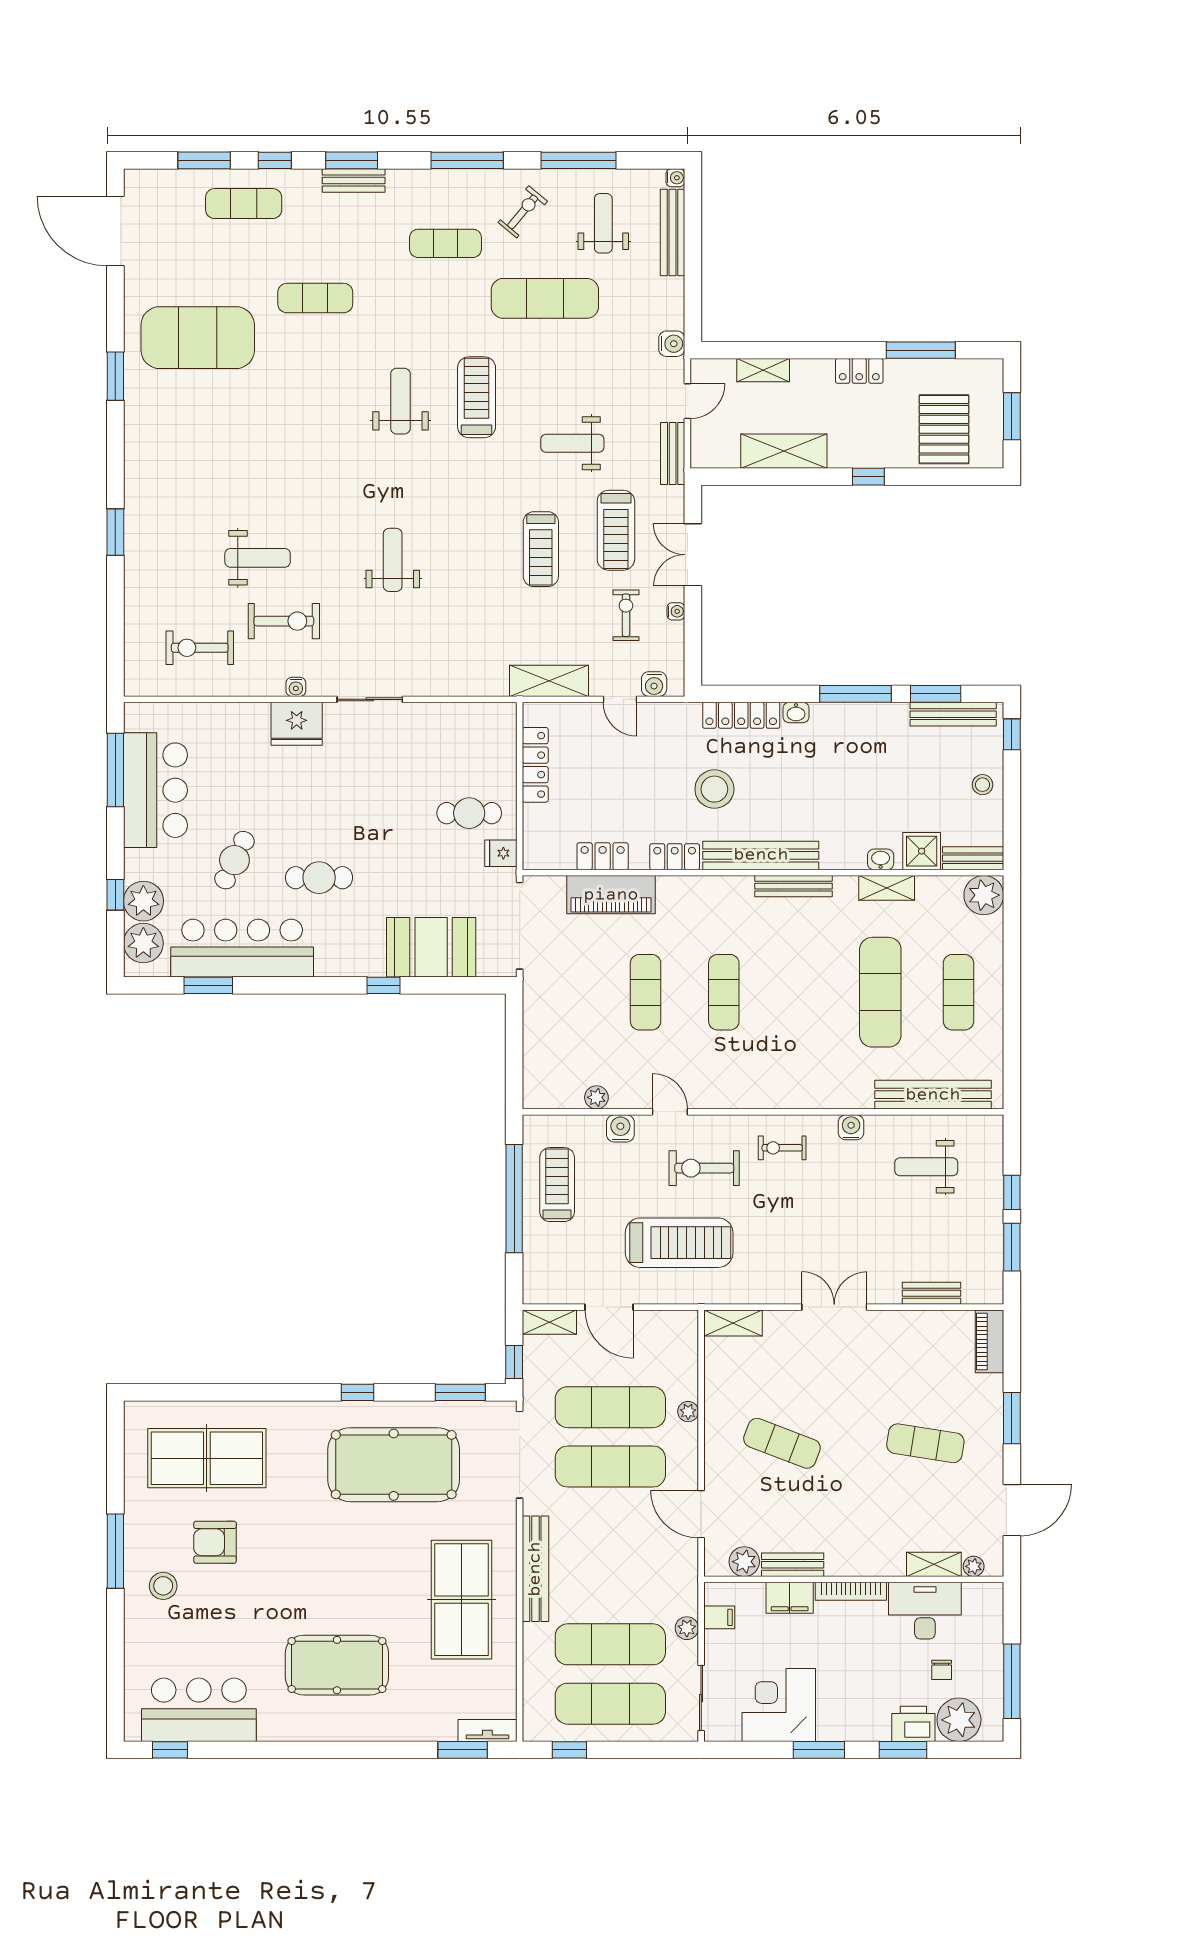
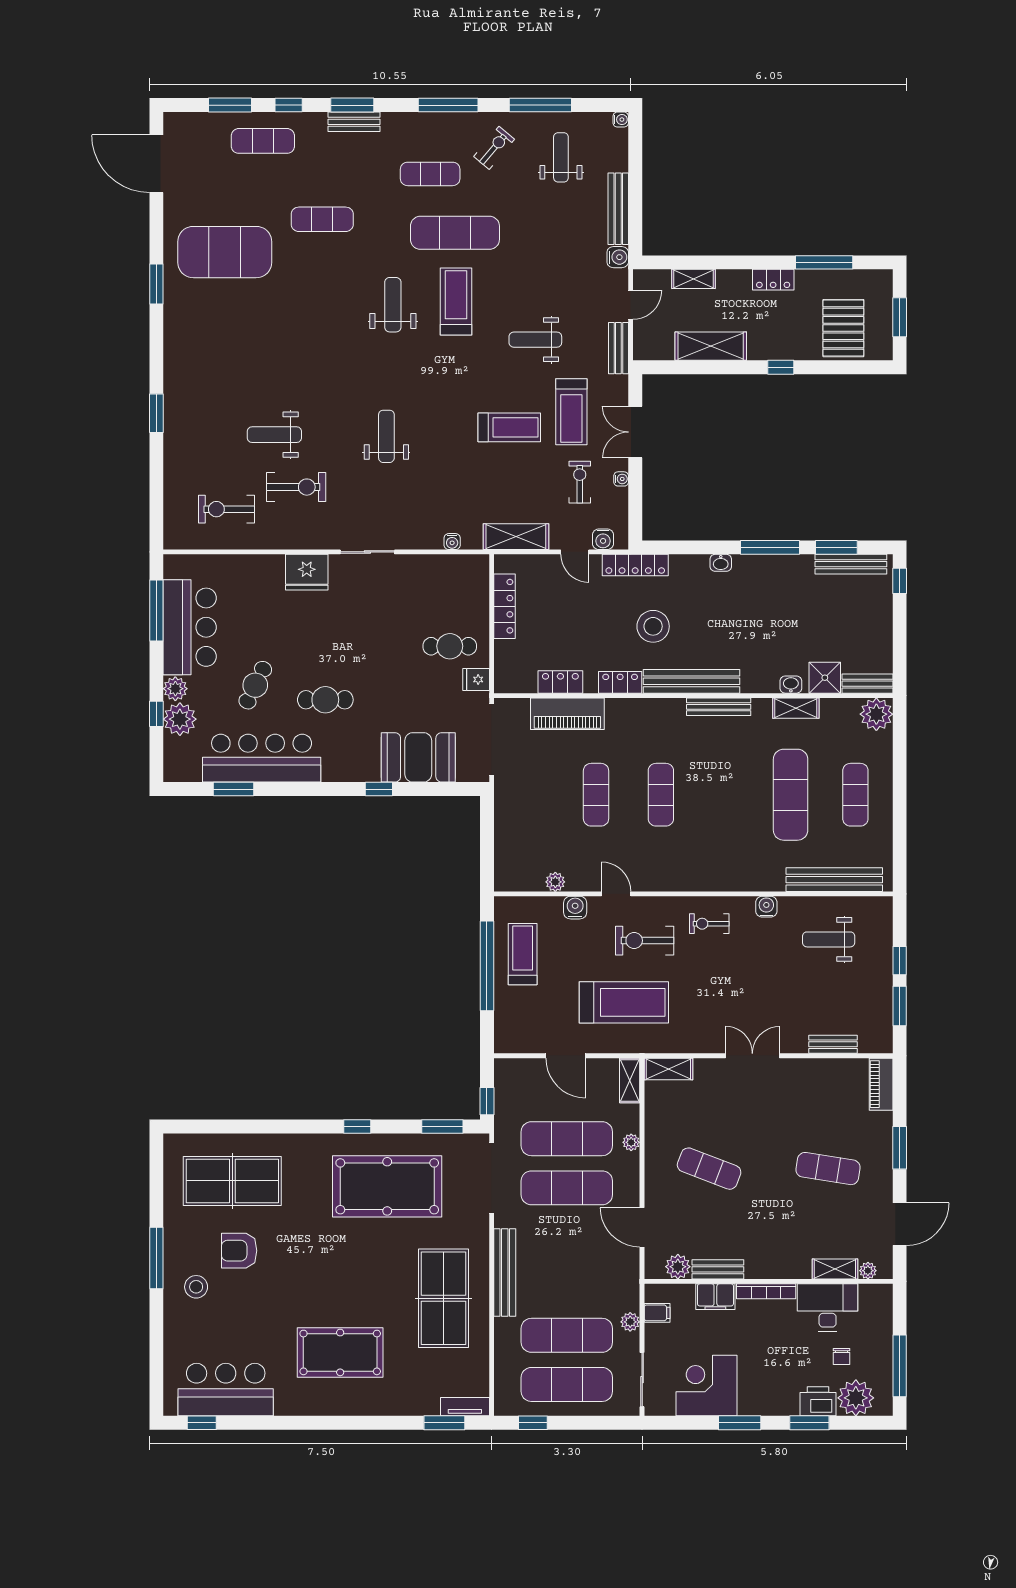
bench: (672, 232) -> (618, 209), moved
exercise mat: (545, 298) -> (455, 233), moved
treadmill: (541, 549) -> (509, 427), turned -90
weight bench: (258, 558) -> (274, 435), turned 180
water cooler: (296, 687) -> (452, 542), moved
locker: (741, 715) -> (635, 565), moved
stool: (983, 785) -> (875, 623), removed
plant: (143, 943) -> (175, 689), moved, width x0.73, depth x0.73
shelving: (549, 1322) -> (630, 1080), moved, turned 90

